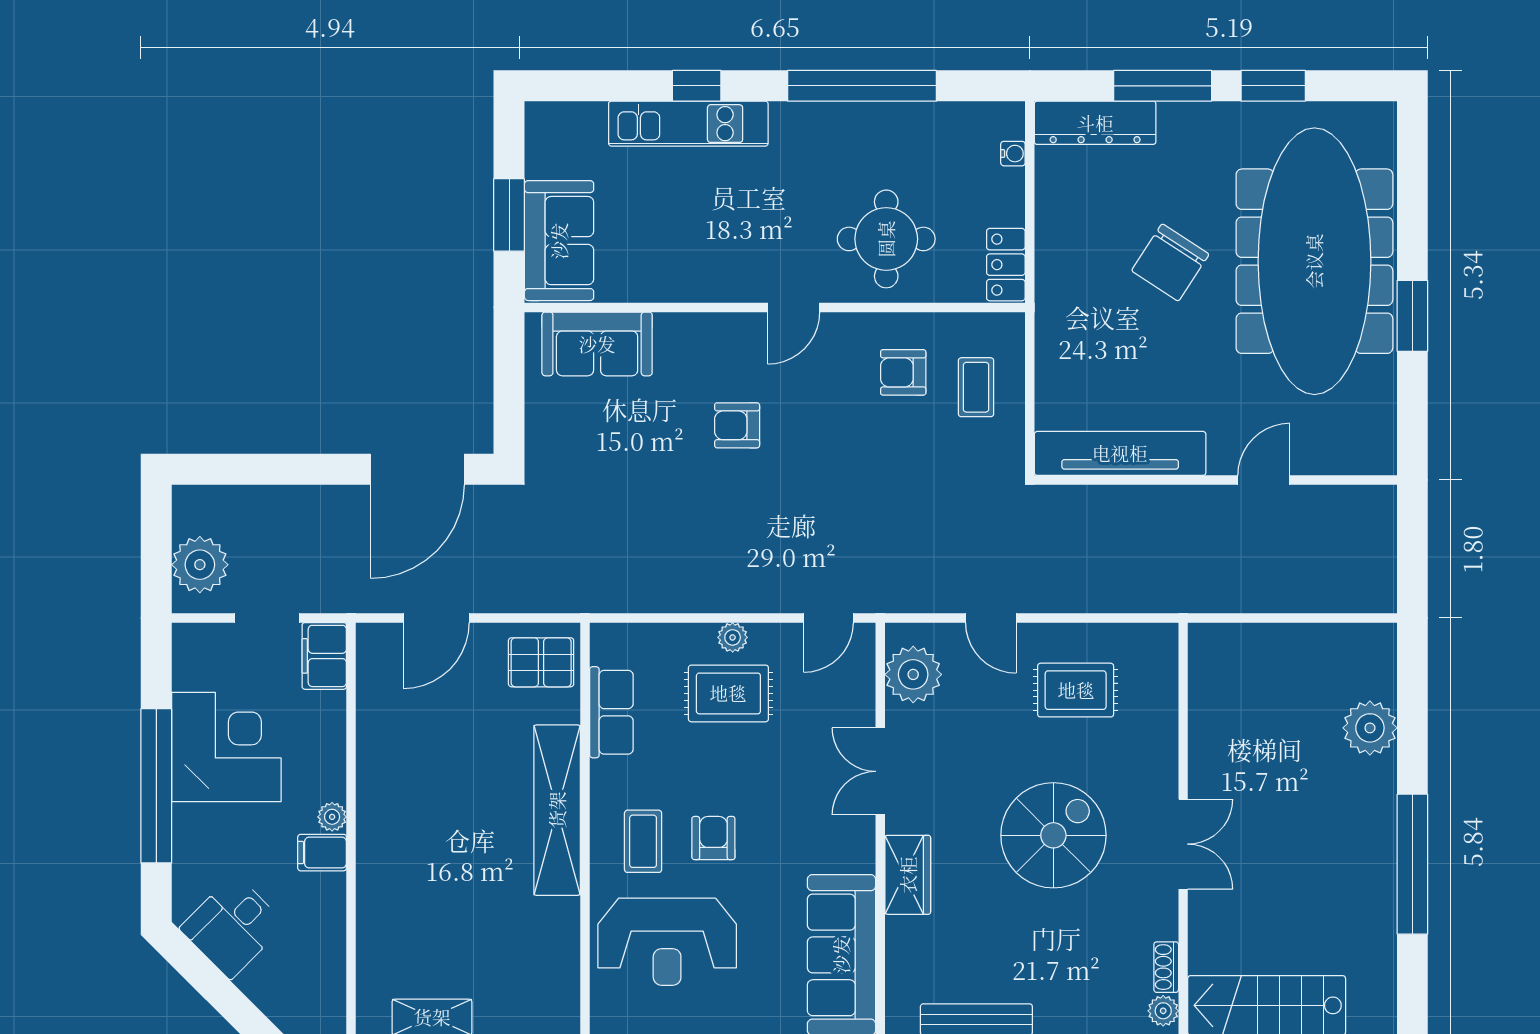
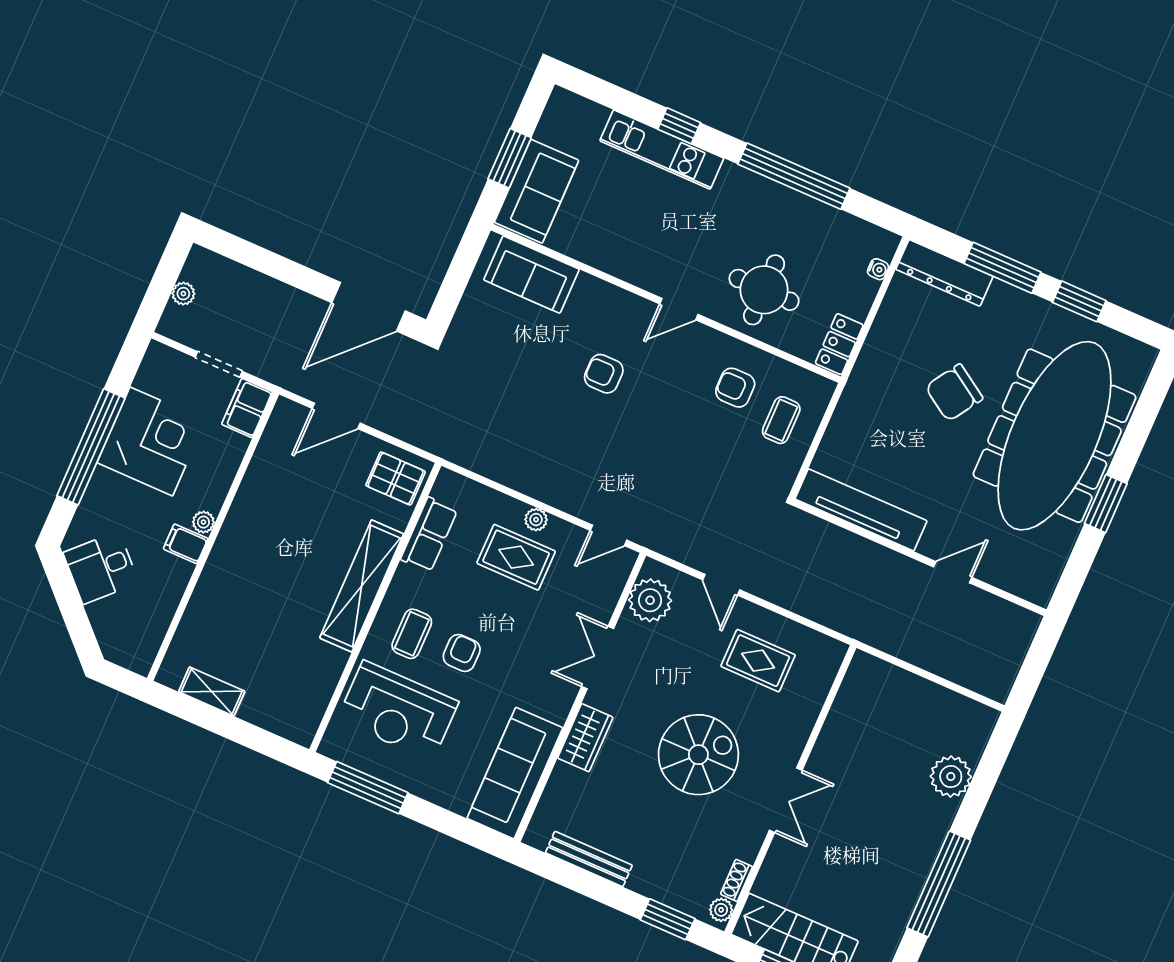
plant: (200, 565) -> (183, 294), width x0.53, depth x0.53

